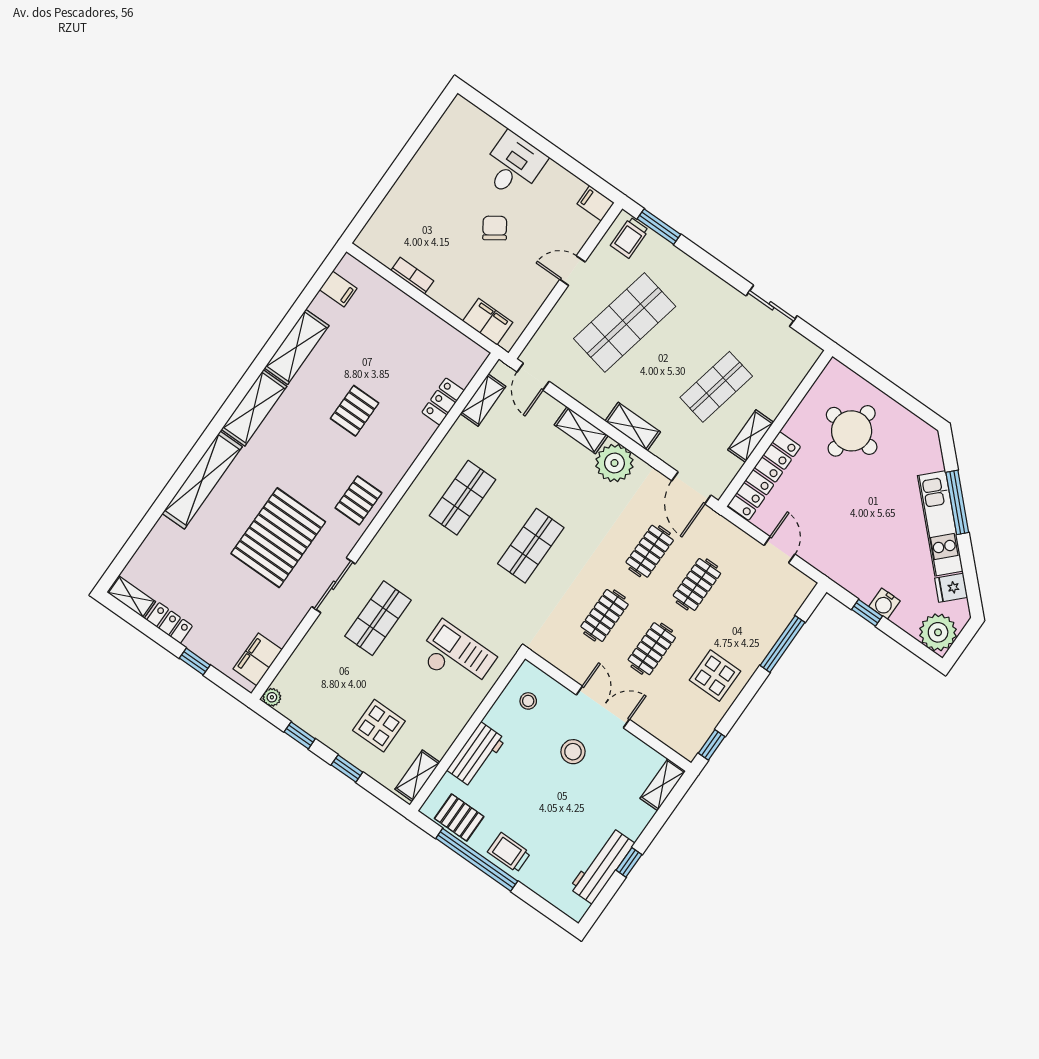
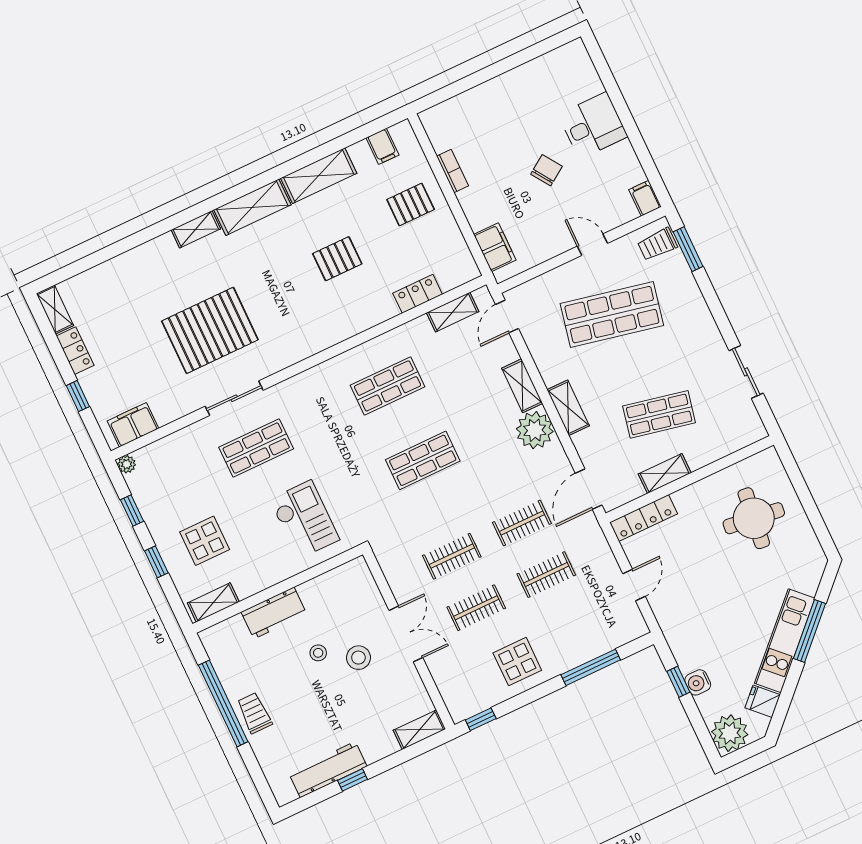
locker: (764, 476) -> (644, 518), width x0.71, depth x0.83
shelving: (202, 480) -> (196, 229), width x0.45, depth x0.75
pallet: (358, 500) -> (411, 204), moved
stool: (528, 701) -> (318, 653), moved
pallet: (459, 818) -> (229, 659), removed

